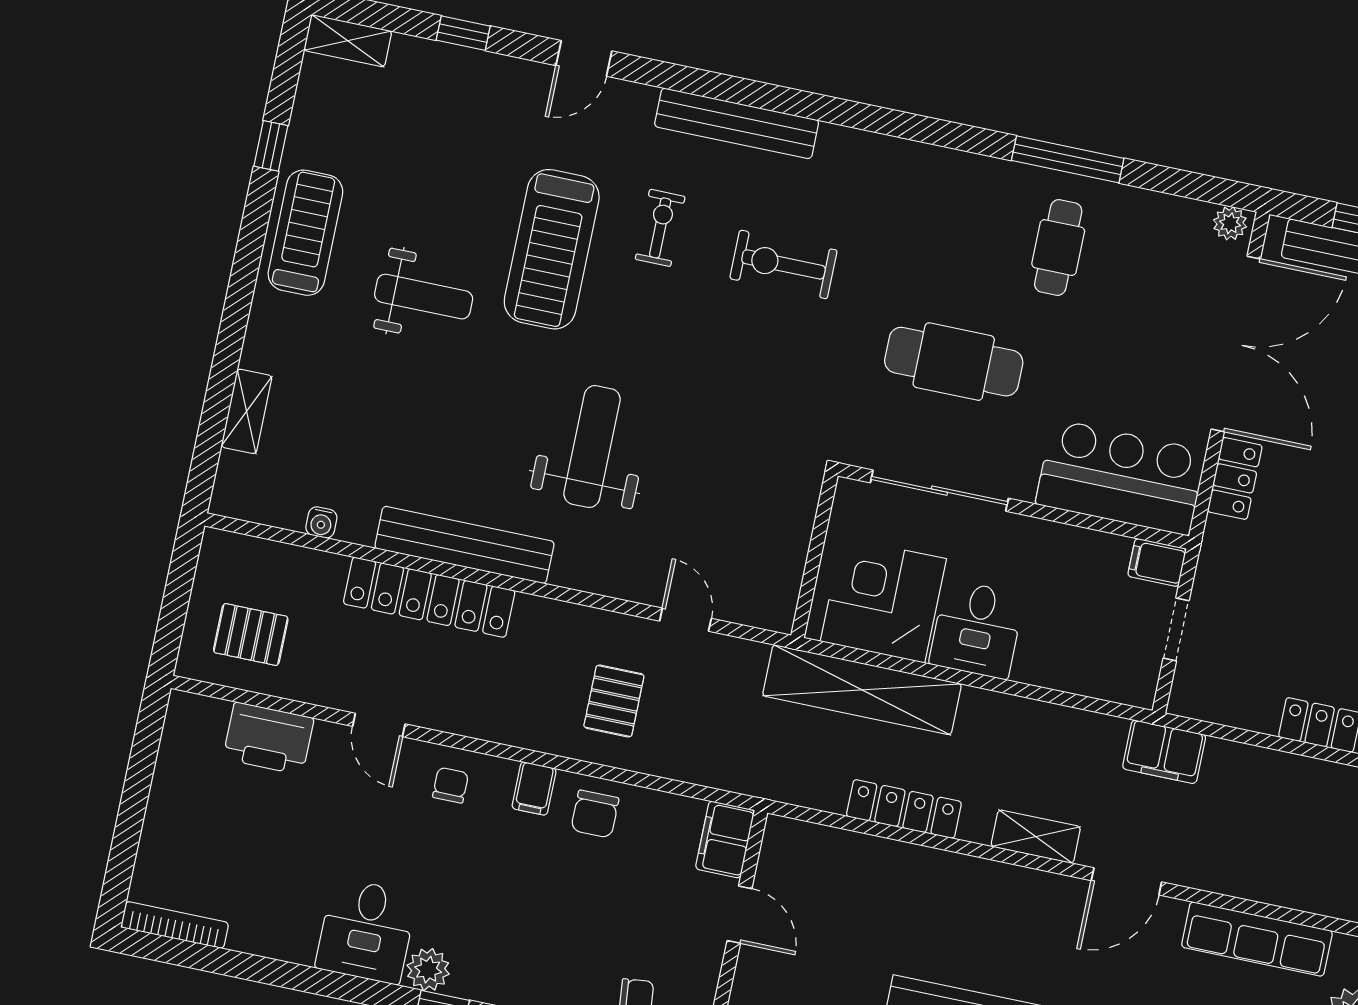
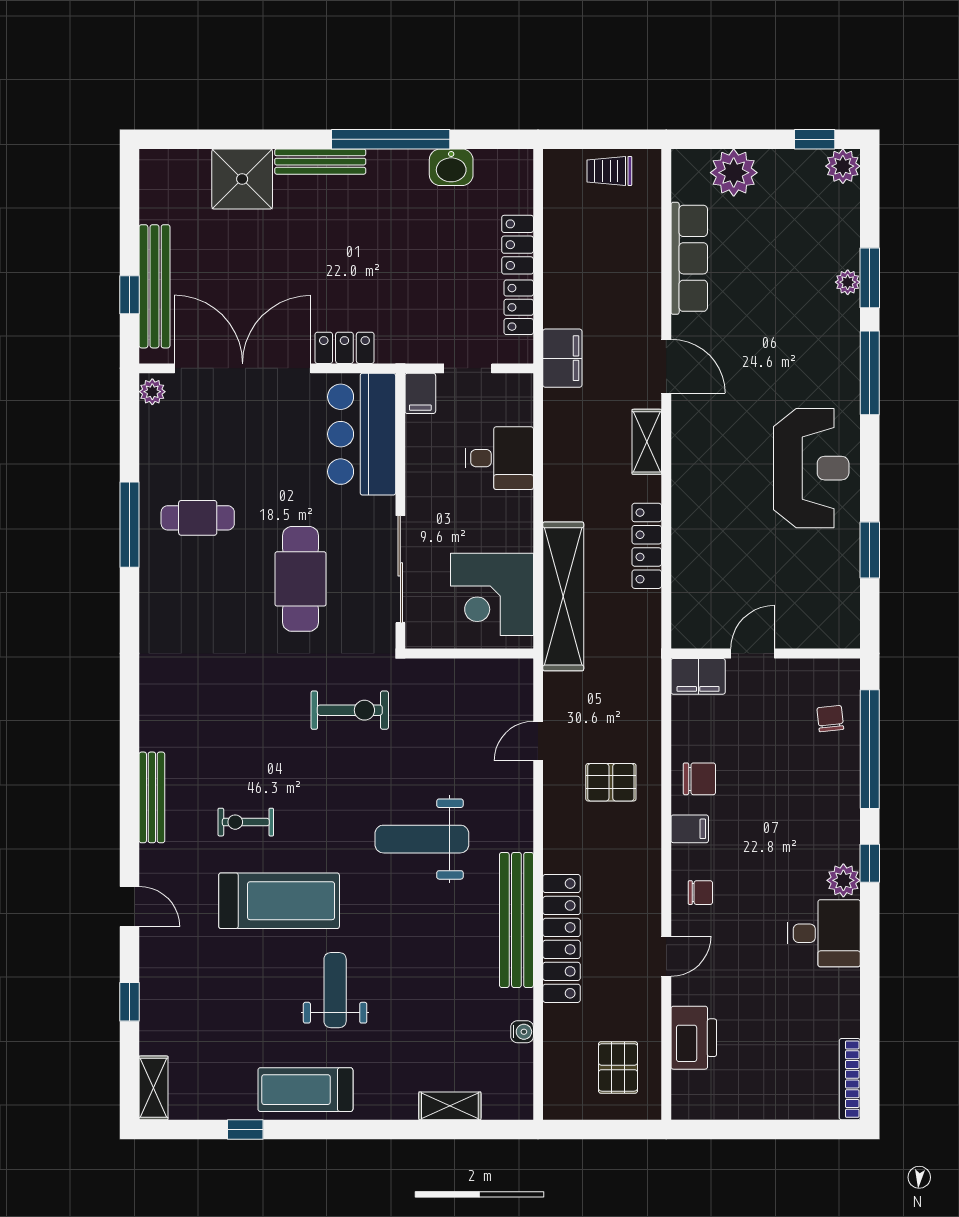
bench: (737, 123) -> (152, 797), width x0.73, depth x0.82
exercise bike: (783, 264) -> (350, 710), moved, turned -90
desk: (977, 629) -> (499, 458), moved
locker: (1240, 710) -> (519, 307), added
chair: (450, 785) -> (700, 893), turned 180

